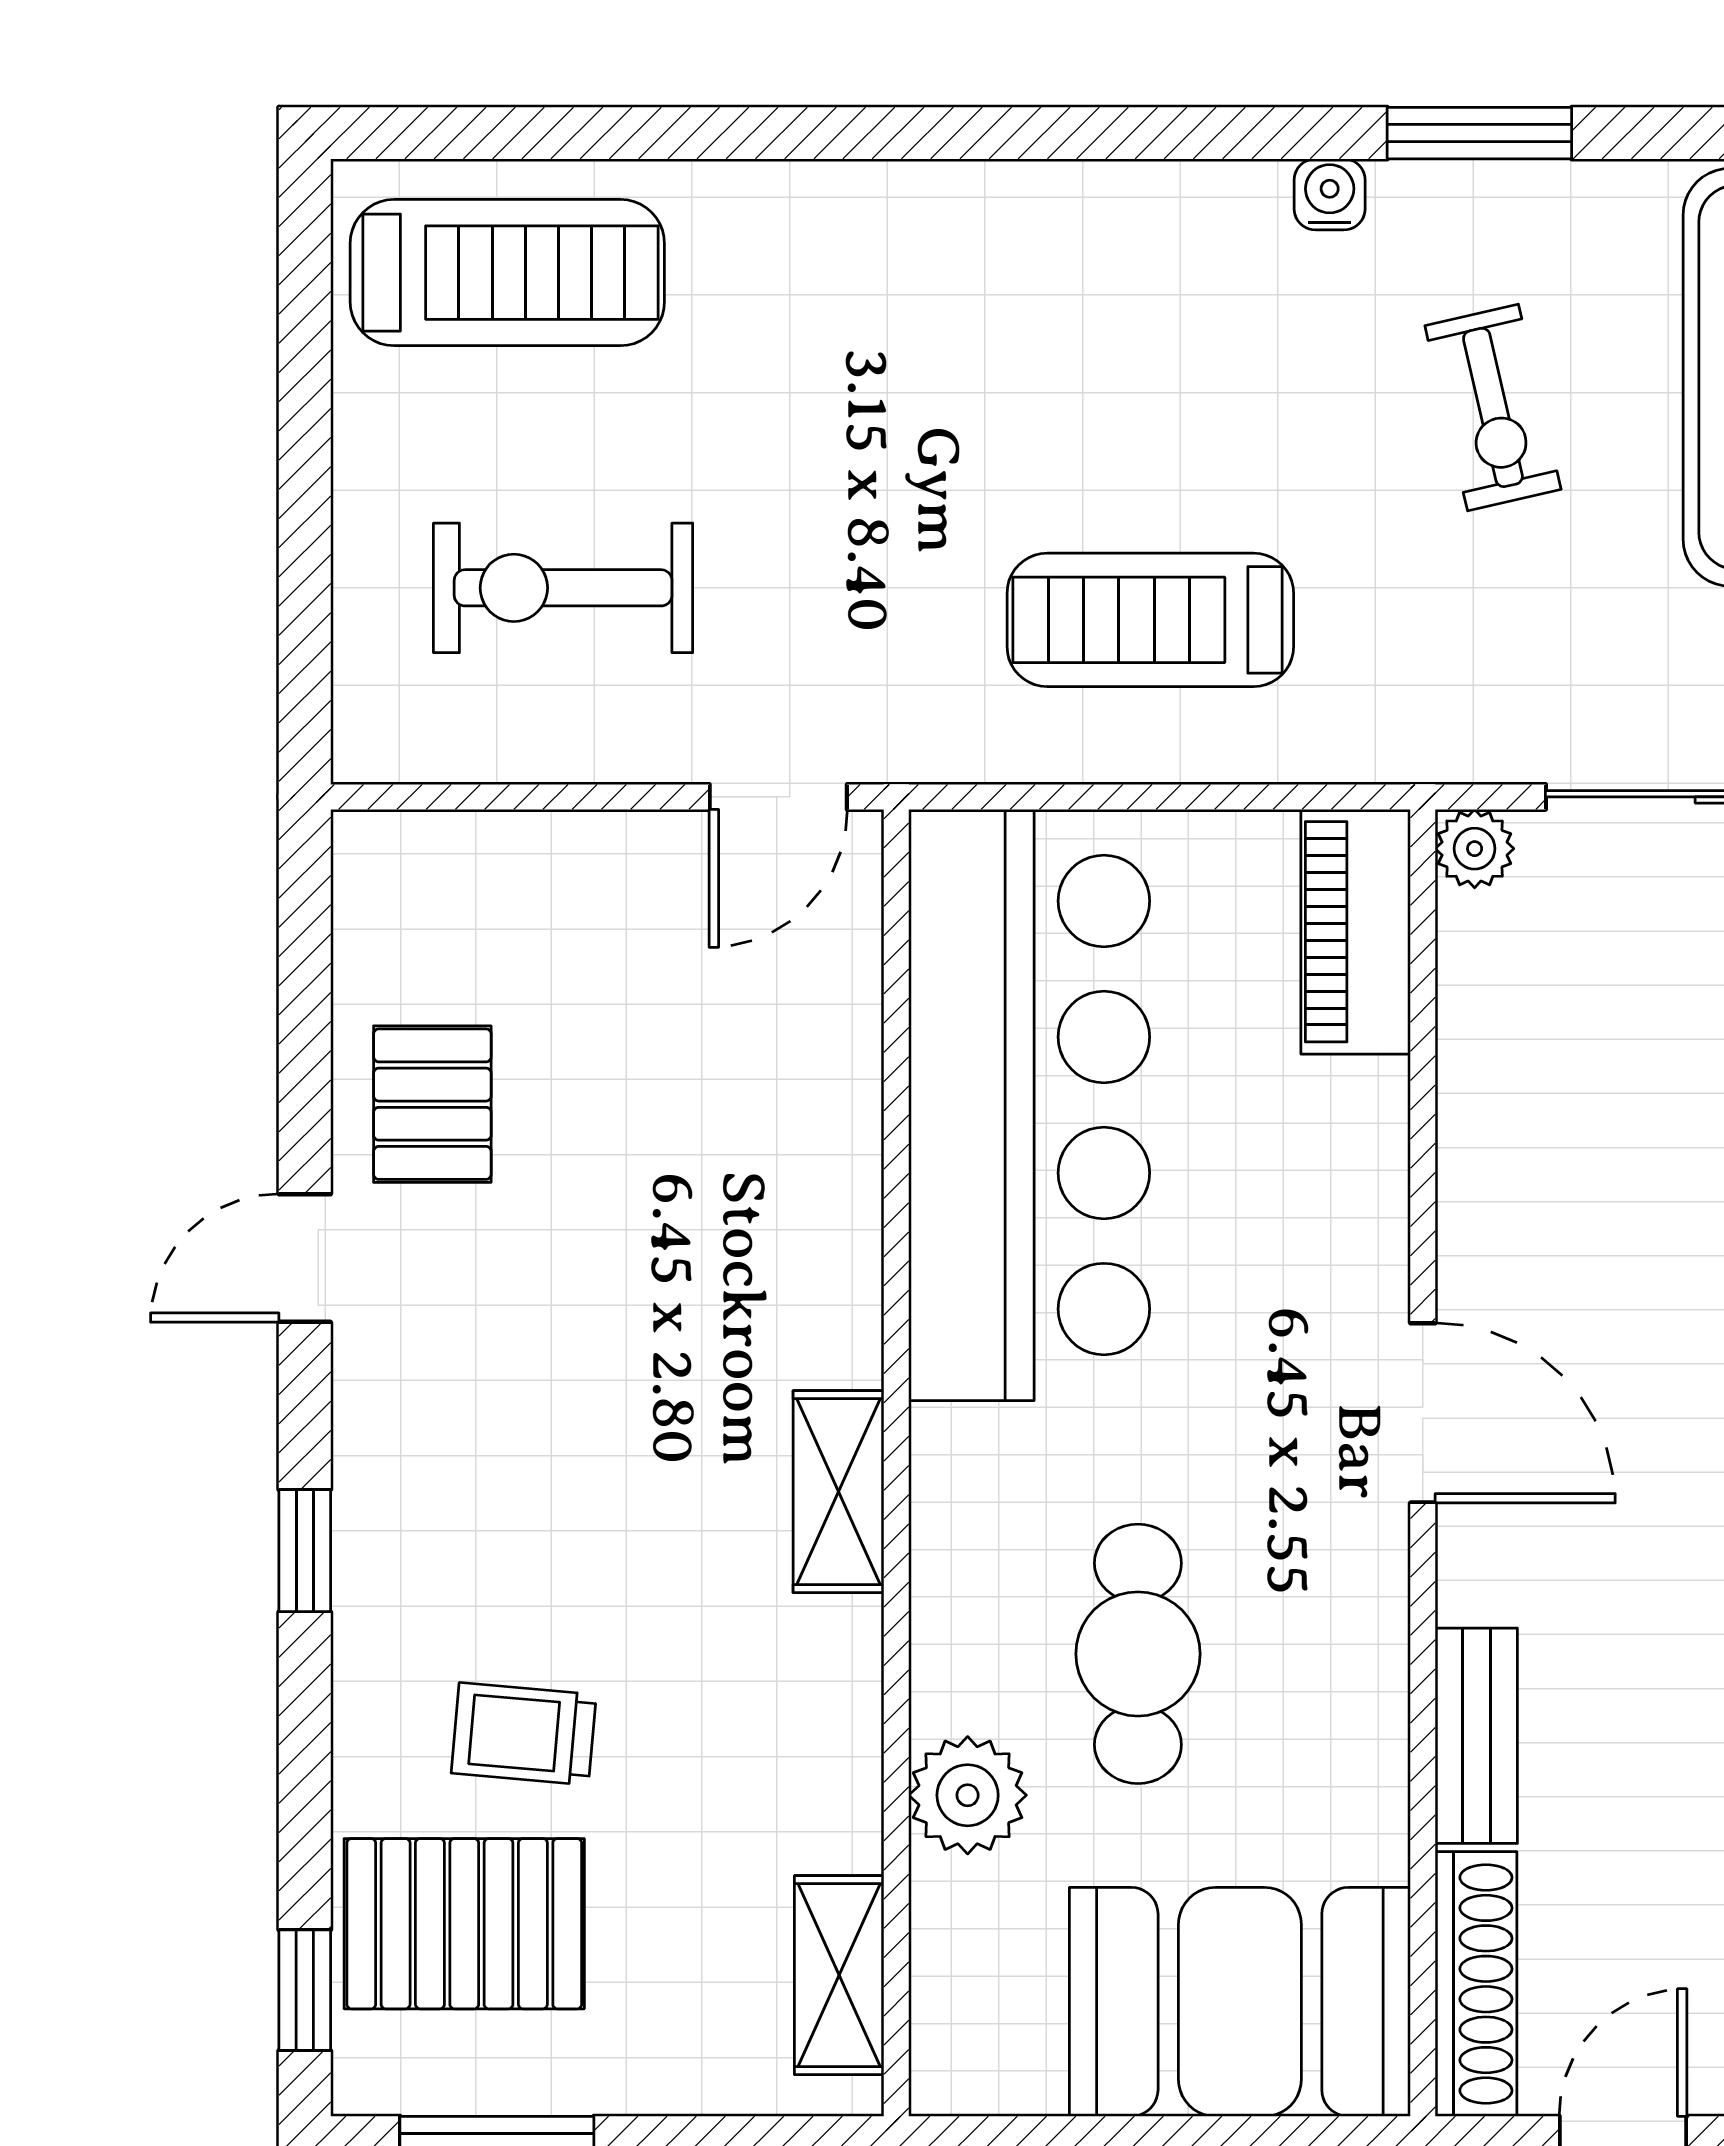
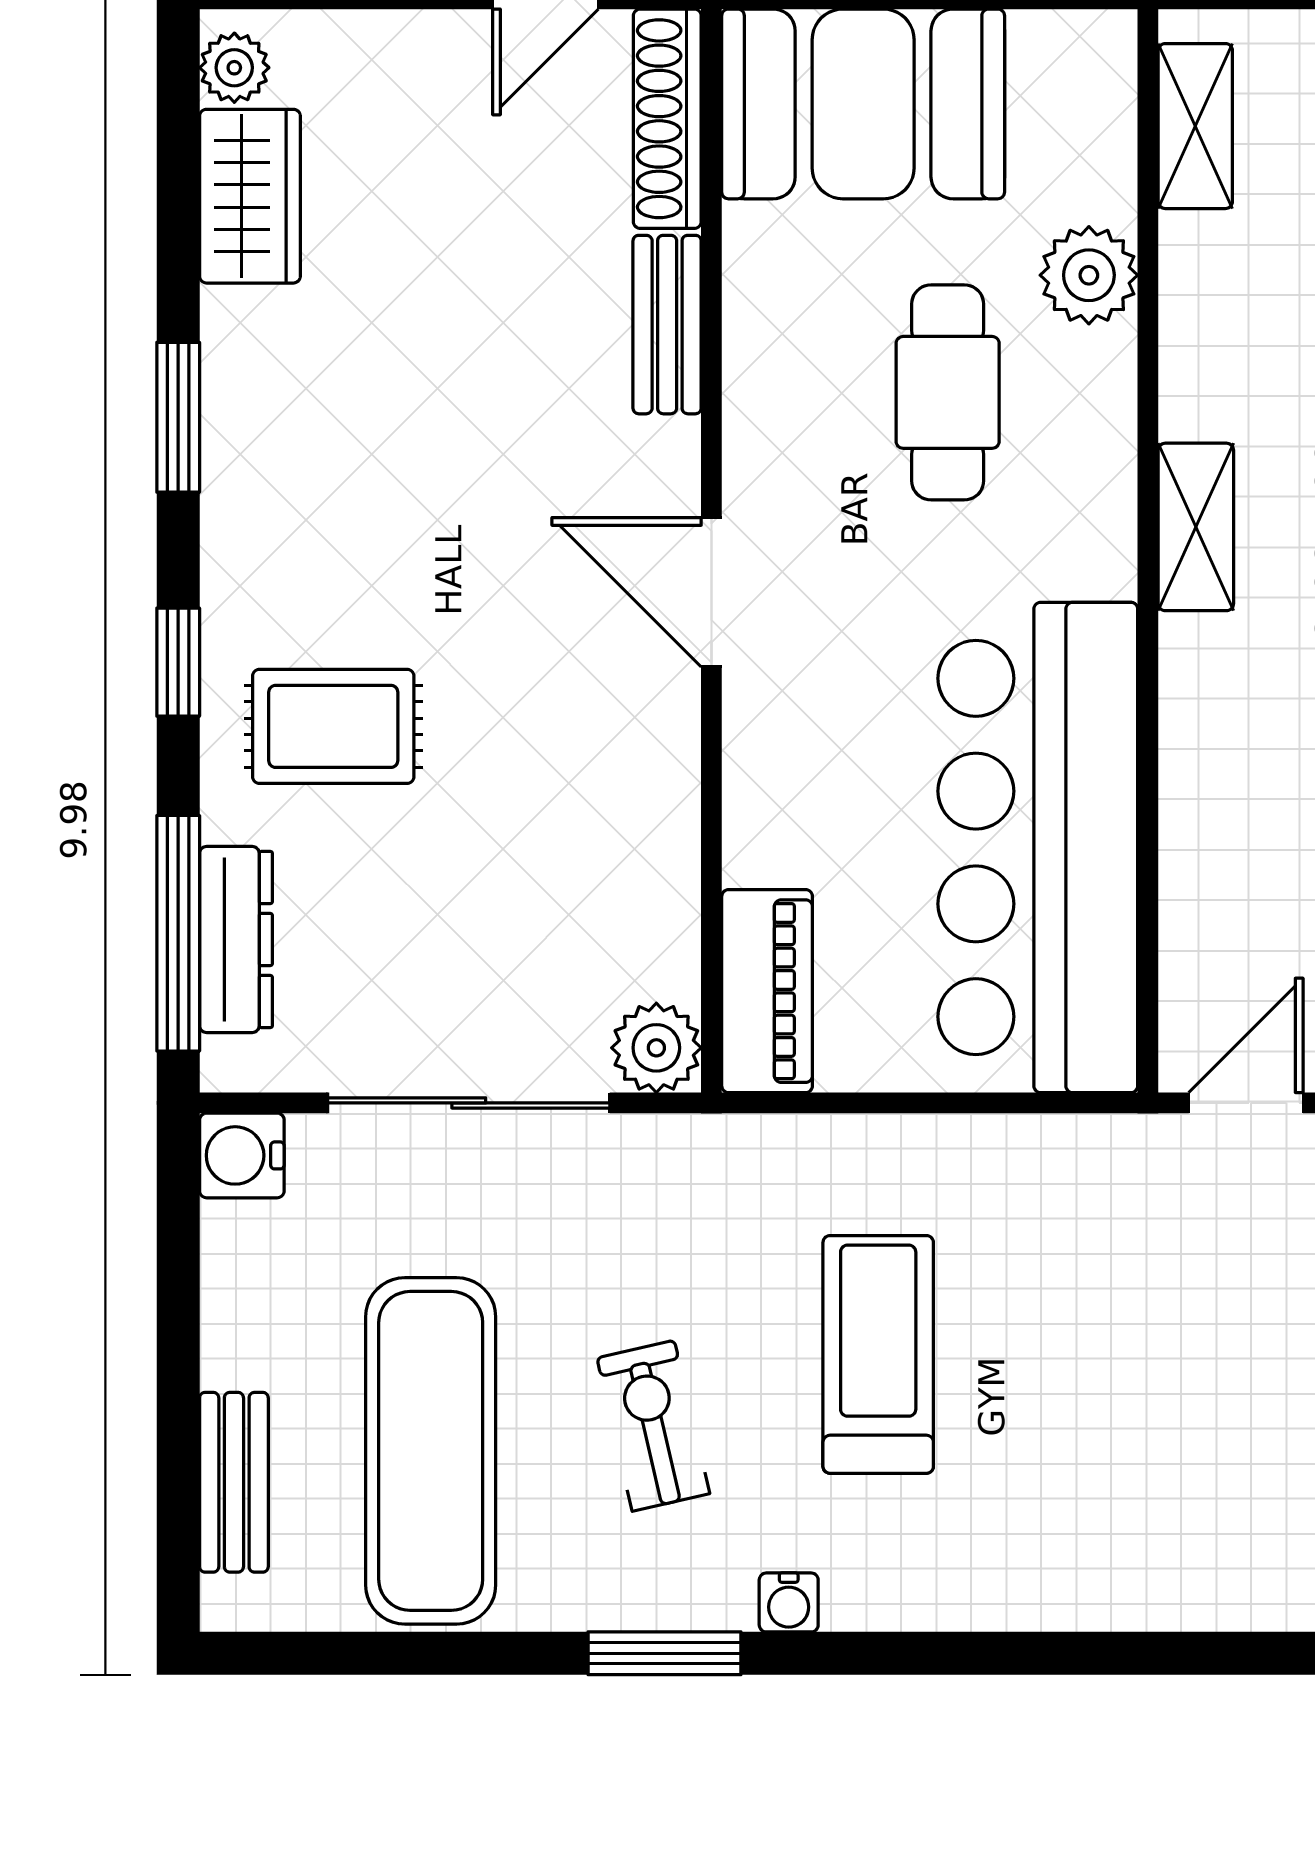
treadmill: (1150, 620) -> (878, 1354), moved, turned -90
plant: (1475, 849) -> (656, 1048), width x1.38, depth x1.38

